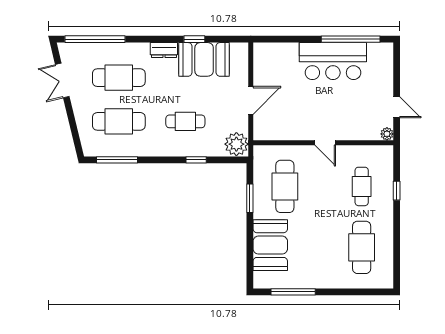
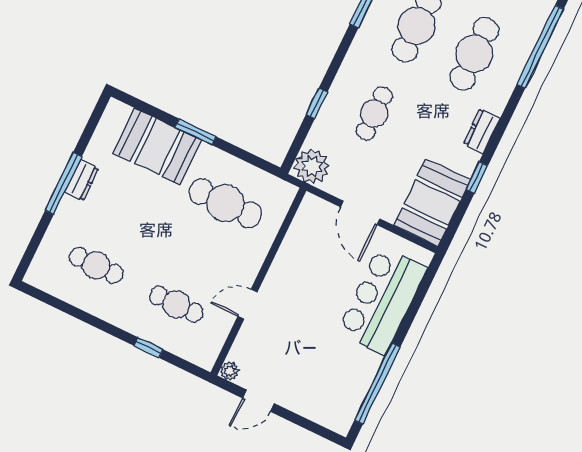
booth: (204, 59) -> (432, 203), moved
bar counter: (333, 61) -> (382, 300), moved
door: (325, 143) -> (248, 304), moved
window: (250, 198) -> (196, 132), moved
cafe table: (362, 247) -> (96, 265), width x0.73, depth x0.74
dresser: (314, 282) -> (82, 180), added
window: (293, 292) -> (63, 183), moved

